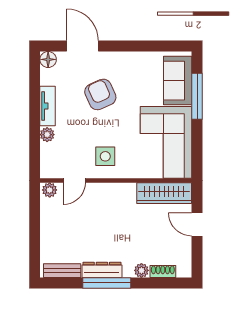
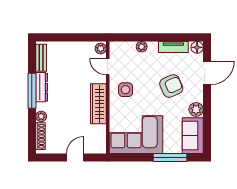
plant: (132, 61) -> (196, 109), added
sofa: (178, 81) -> (193, 136), moved, turned -90
tv unit: (48, 106) -> (173, 47), moved
wardrobe: (164, 193) -> (98, 104), moved
shoe rack: (163, 271) -> (40, 136), width x1.43

